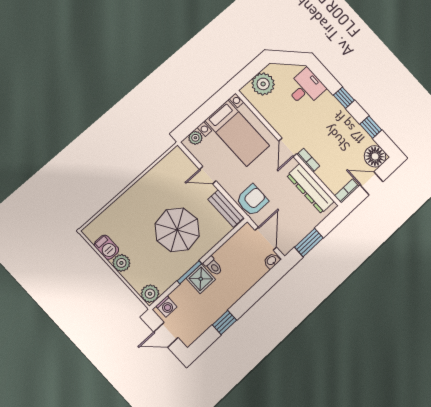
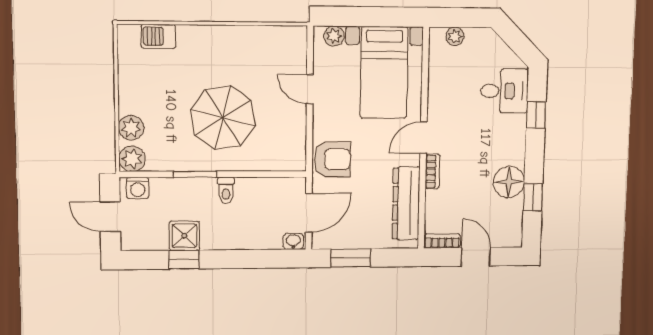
plant: (263, 84) -> (455, 36), width x0.53, depth x0.53
window: (344, 98) -> (536, 115), moved
floor lamp: (375, 156) -> (509, 182), moved
bench: (226, 208) -> (296, 142), removed
barbecue: (106, 247) -> (158, 36), moved, turned 90
plant: (121, 263) -> (131, 128), moved
shower: (201, 279) -> (184, 236), moved

